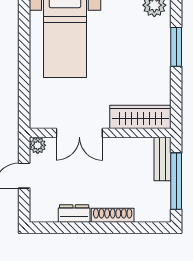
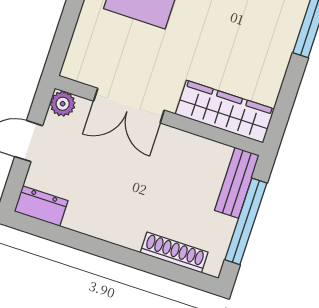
dresser: (74, 214) -> (41, 206), moved
shoe rack: (113, 215) -> (174, 252), moved

